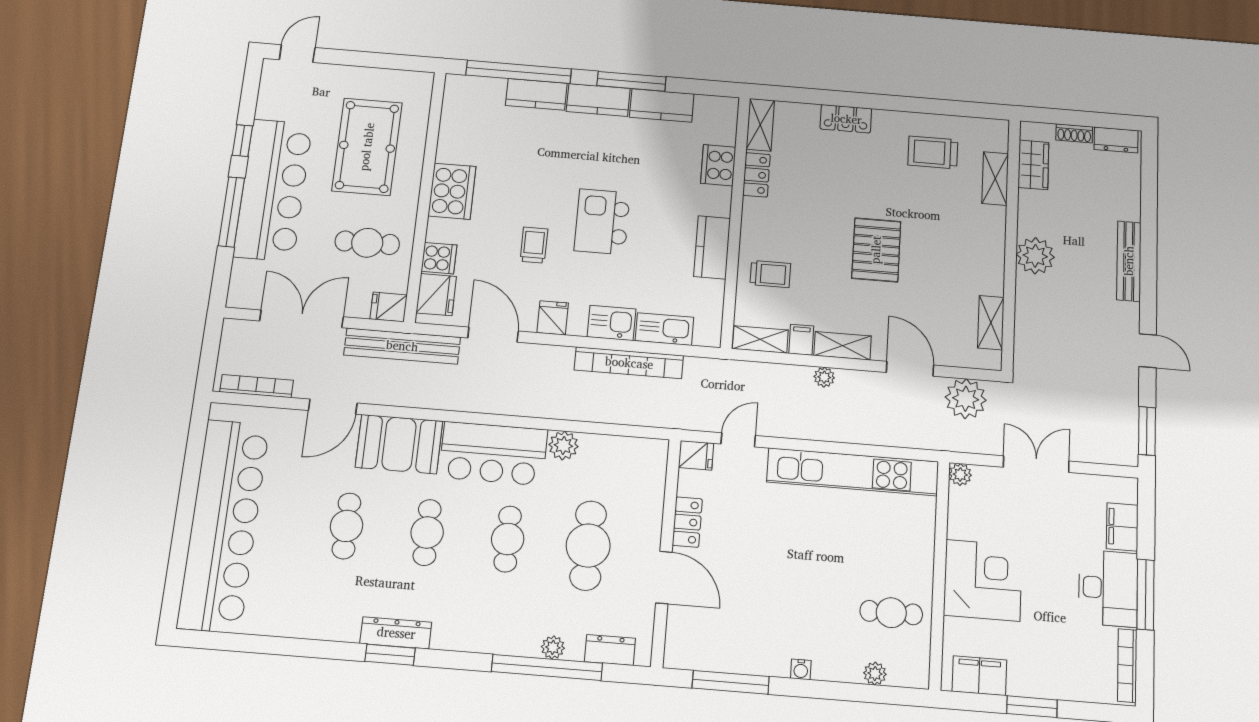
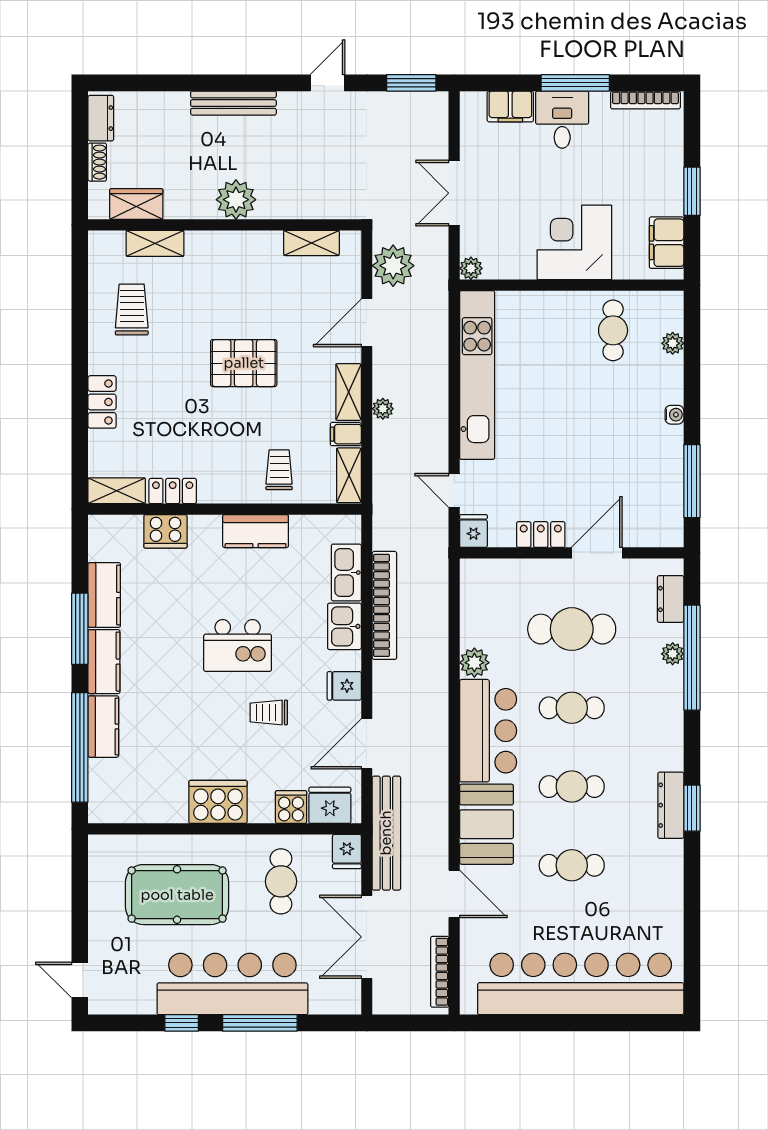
trolley: (933, 152) -> (132, 309), turned 180
desk: (1108, 588) -> (562, 120), width x0.73

